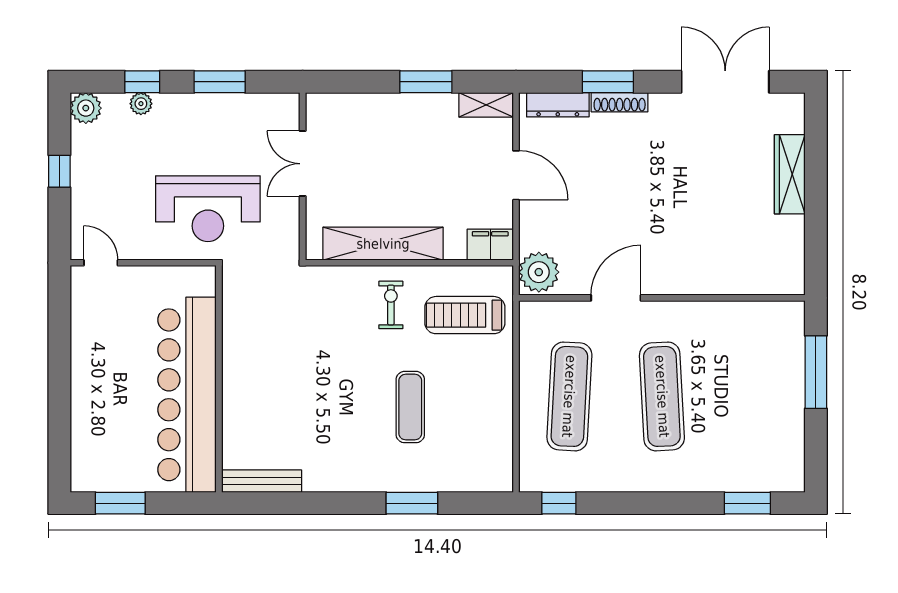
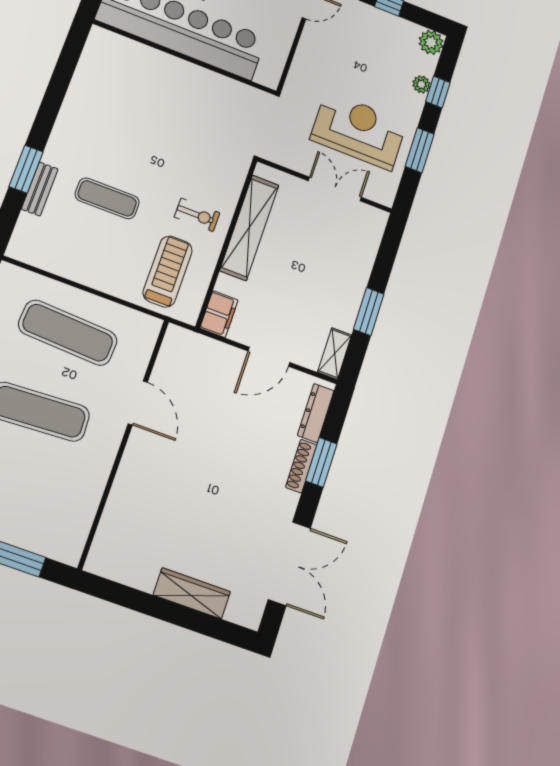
reception desk: (208, 209) -> (359, 131), moved, turned 90
plant: (539, 272) -> (182, 346), removed
bench: (262, 481) -> (40, 189), moved, width x0.73

